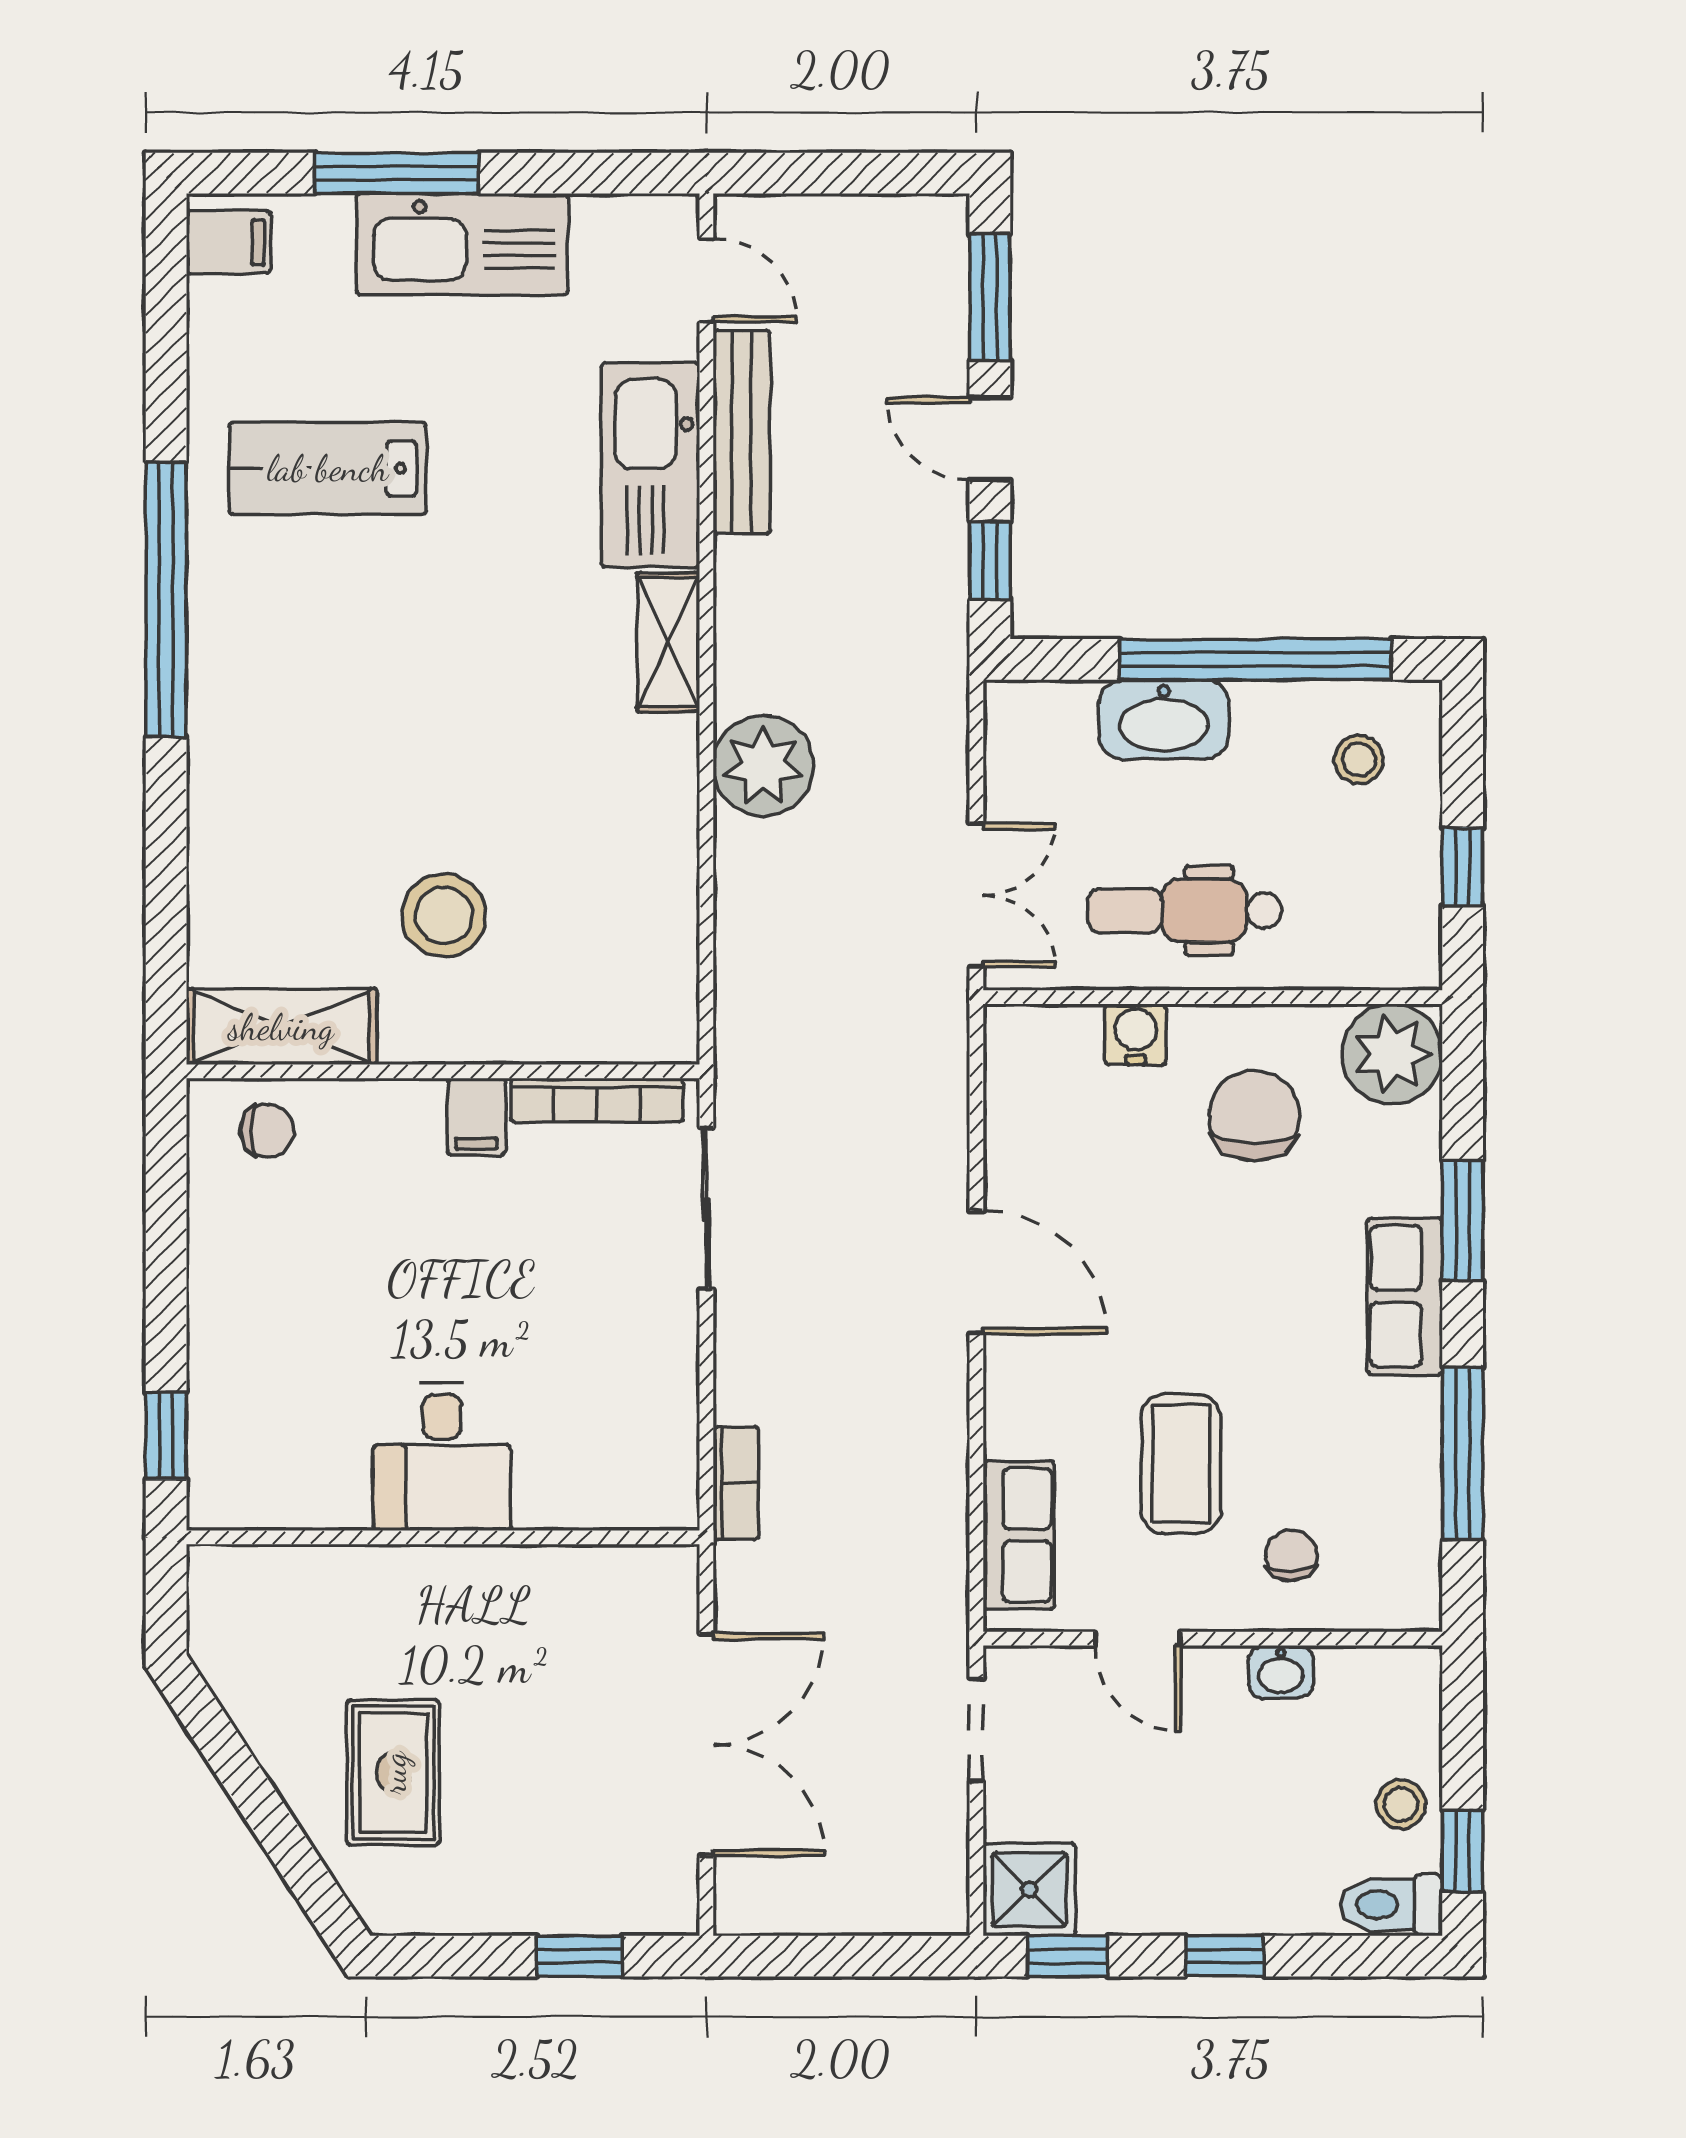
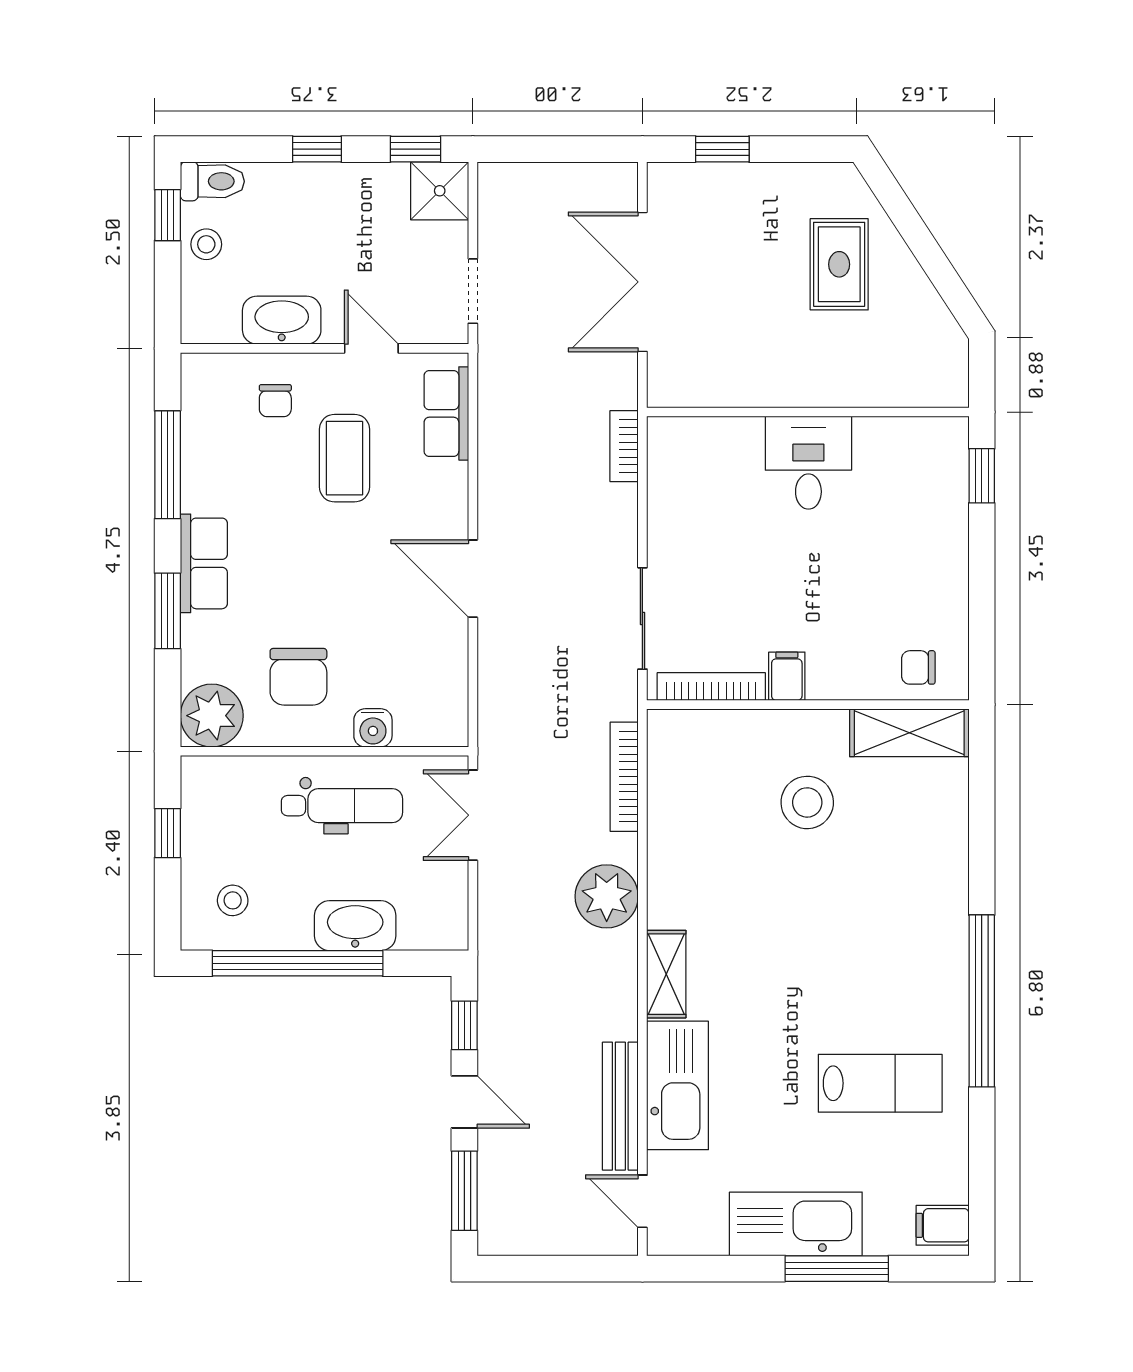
bookcase: (735, 956) -> (624, 777), added
washbasin: (1281, 1672) -> (282, 320), width x1.91, depth x1.45

